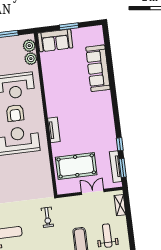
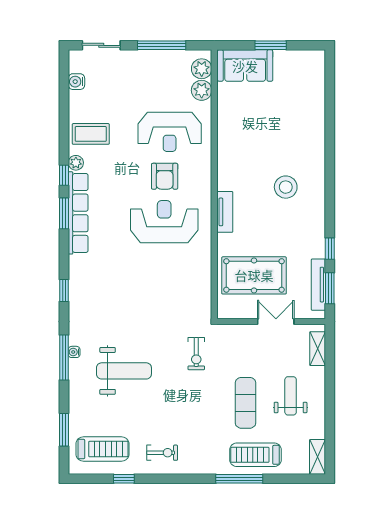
sofa: (98, 68) -> (310, 120), removed
stool: (89, 110) -> (286, 187), added

